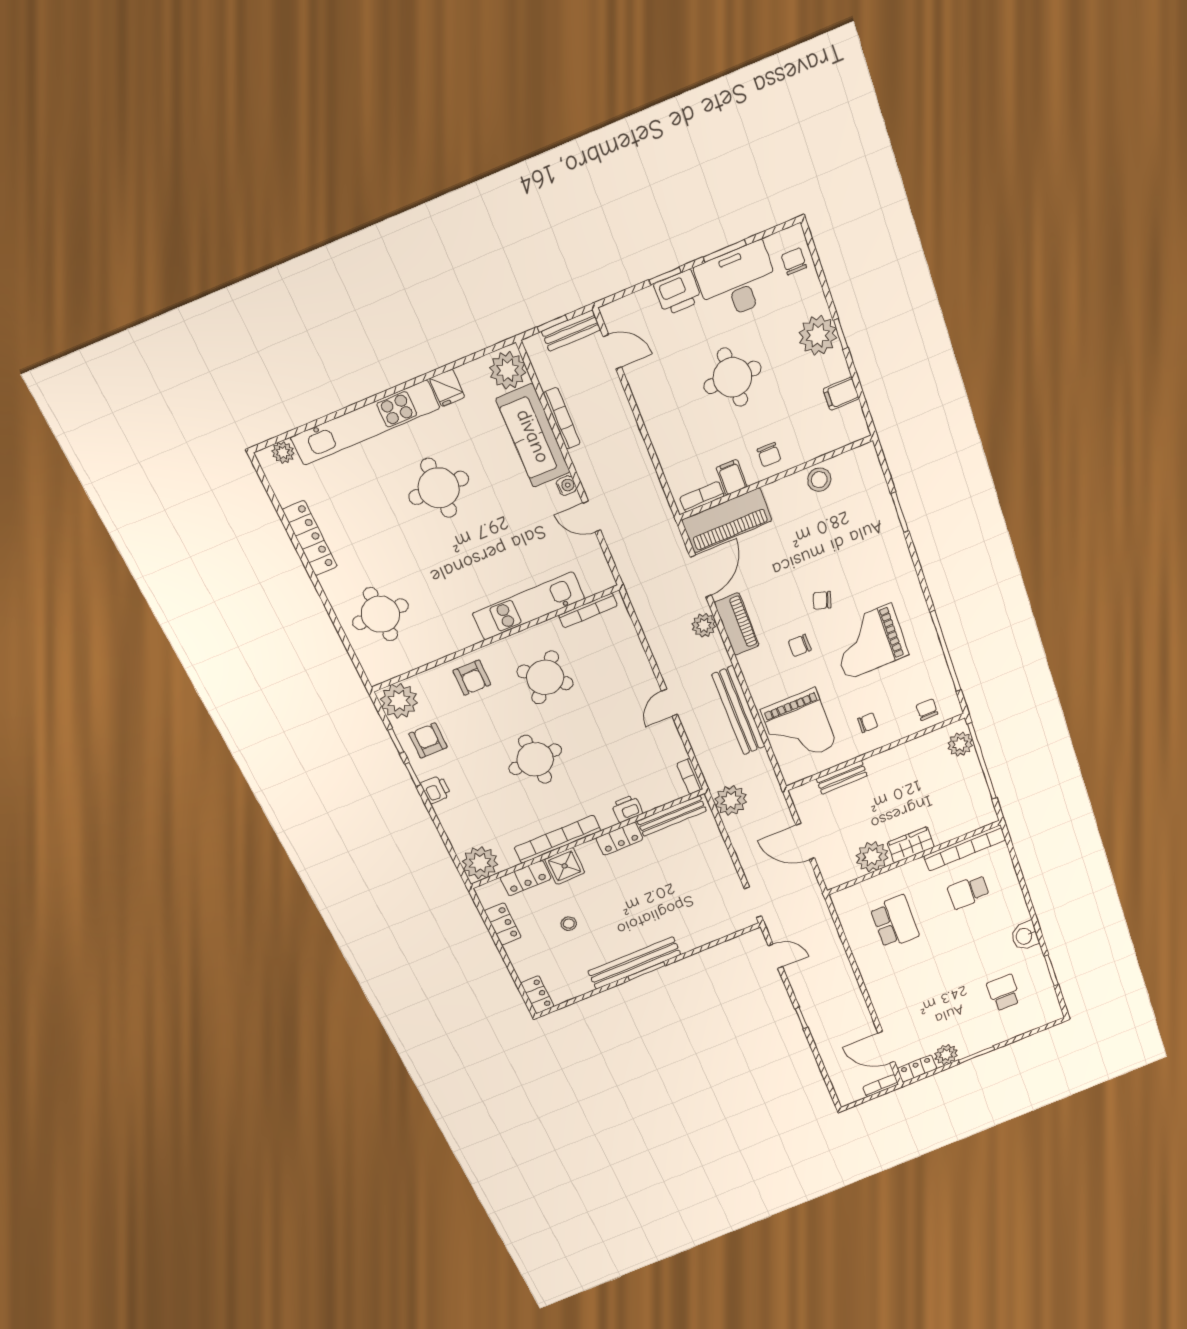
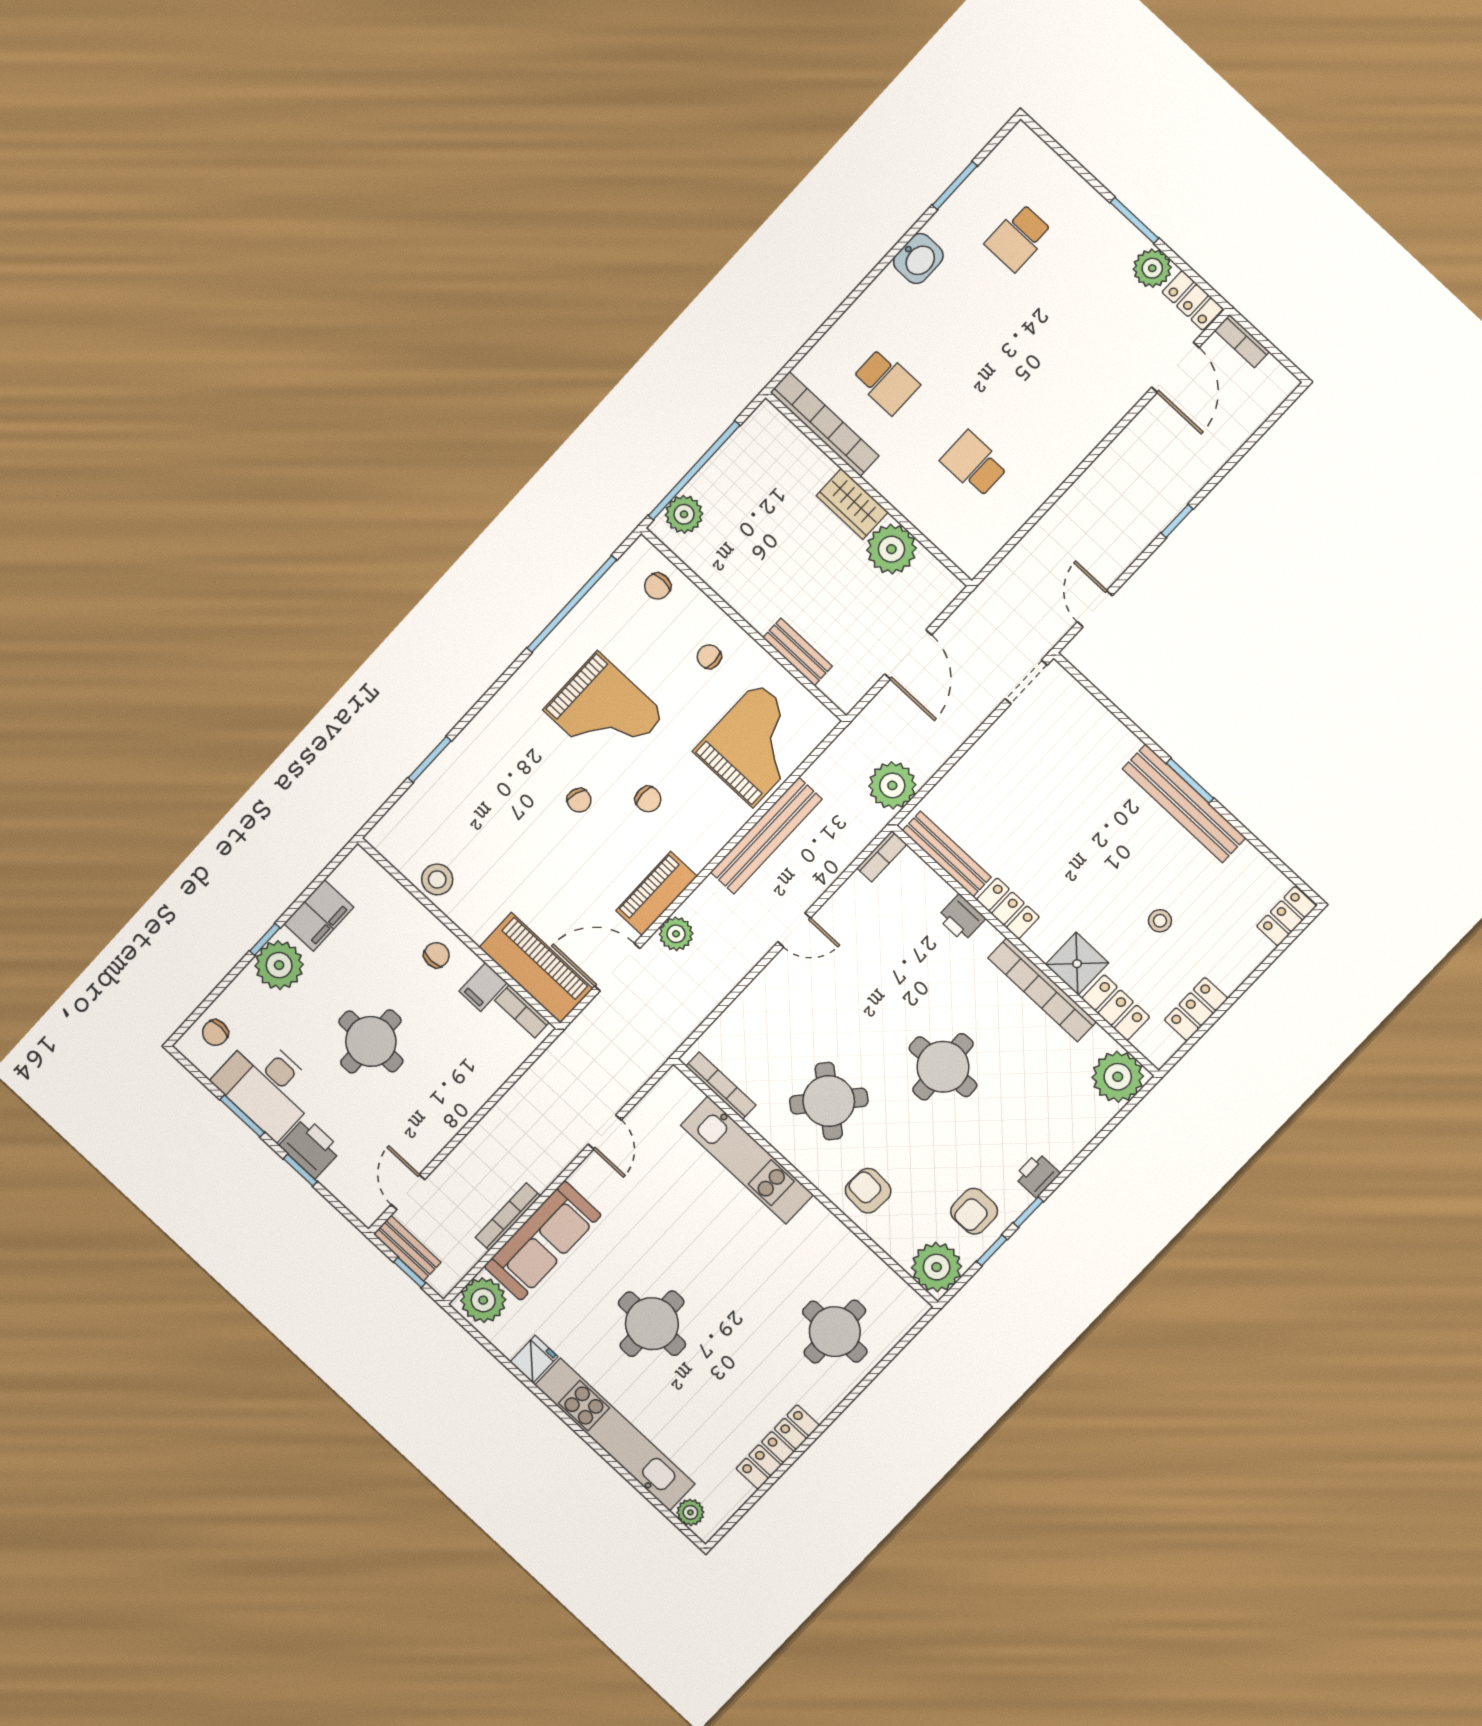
filing cabinet: (841, 394) -> (319, 915), width x2.00
water cooler: (566, 486) -> (582, 1178), removed
armchair: (472, 678) -> (868, 1191), turned -87
school desk: (895, 922) -> (974, 464), width x0.54

